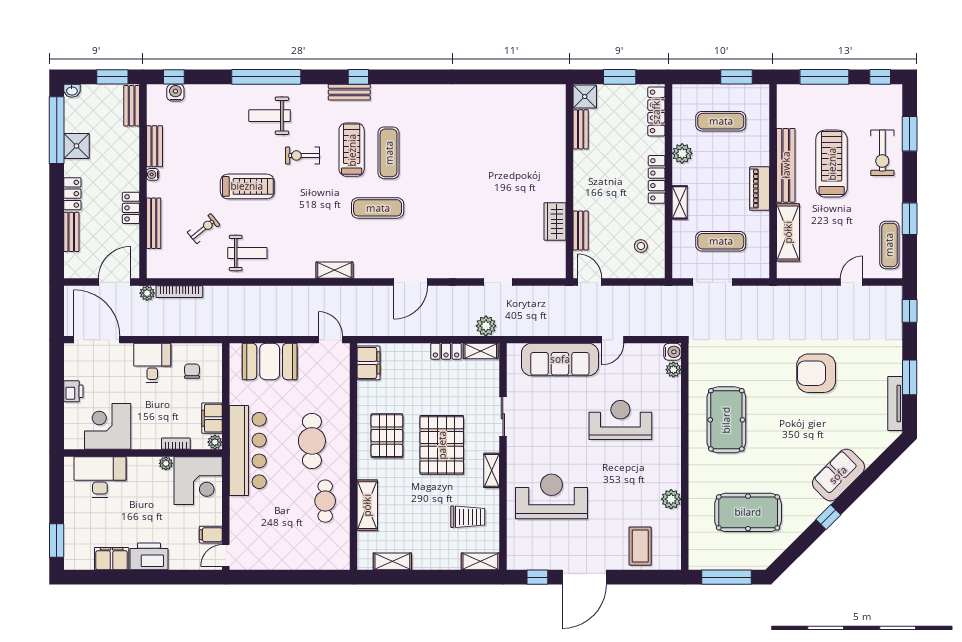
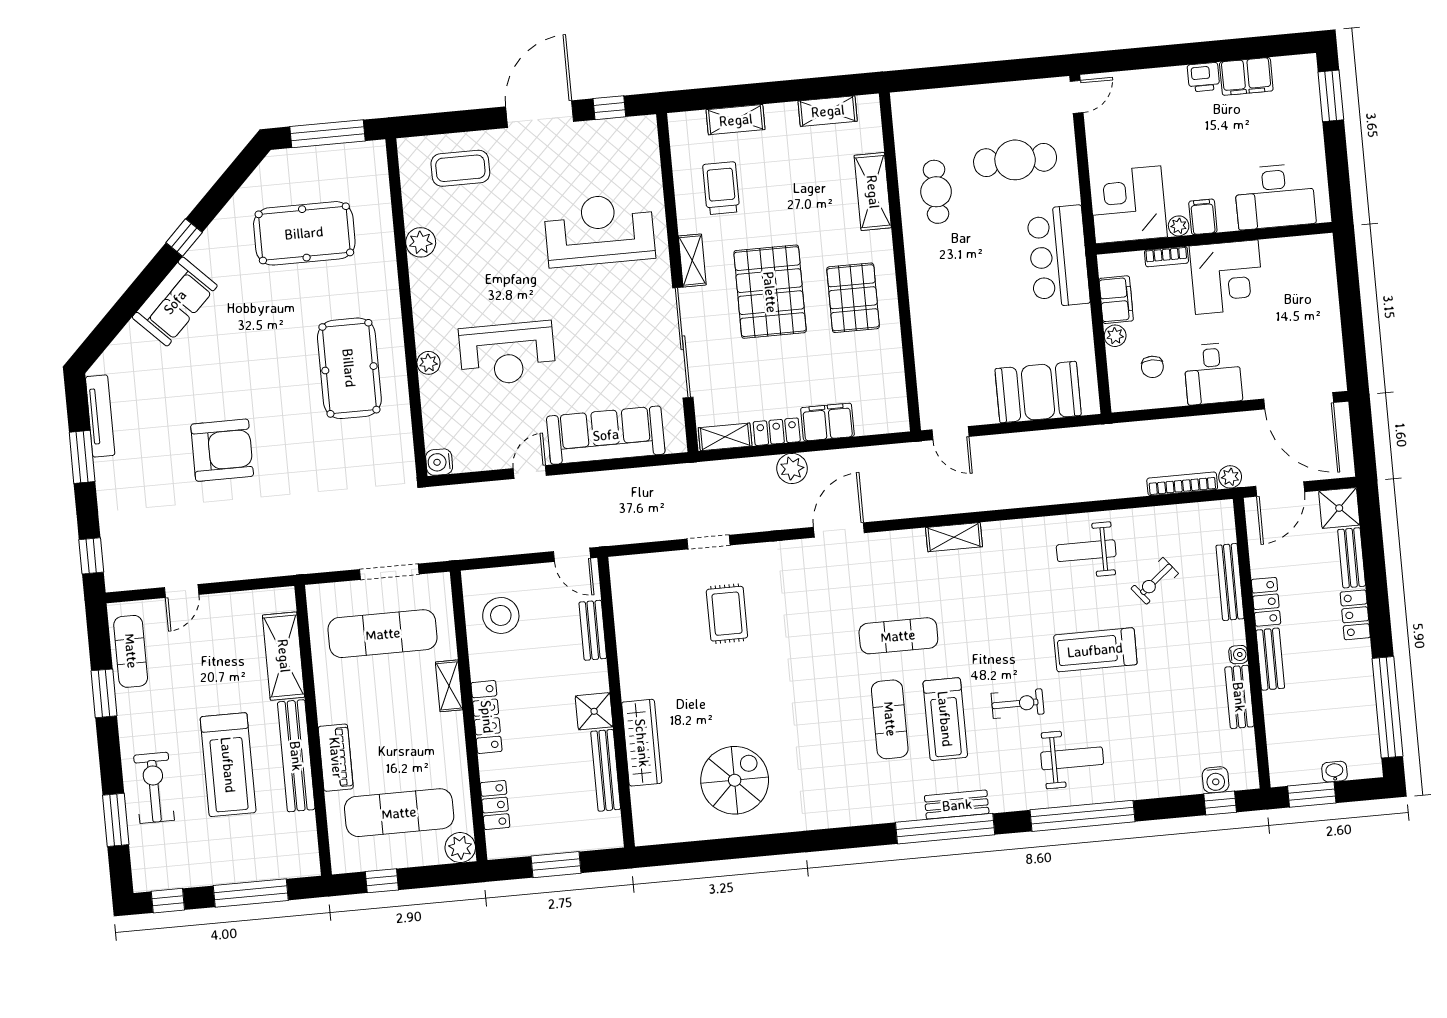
window: (358, 77) -> (945, 829), width x3.17
window: (736, 77) -> (382, 881), width x0.67
washbasin: (72, 91) -> (1334, 772), moved
shower: (585, 97) -> (594, 711), moved
bench: (132, 106) -> (1270, 659), moved
locker: (656, 111) -> (495, 805), width x0.66
exercise mat: (721, 121) -> (399, 813), width x1.36, depth x1.45
spiral stairs: (495, 122) -> (735, 780), added
bench: (581, 129) -> (606, 770), width x1.36
shower: (76, 146) -> (1339, 508), moved
plant: (682, 153) -> (460, 848), moved
piano: (760, 189) -> (336, 758), moved
wardrobe: (555, 221) -> (642, 743), moved, width x1.50
rug: (490, 233) -> (727, 614), added
exercise mat: (721, 241) -> (383, 634), width x1.36, depth x1.45
stool: (641, 246) -> (501, 615), width x1.89, depth x1.89
plant: (486, 326) -> (792, 468), moved
filing cabinet: (368, 363) -> (827, 422), moved, turned 90
plant: (673, 370) -> (428, 363), moved
printer: (73, 391) -> (1326, 321), removed
sliding door: (503, 416) -> (683, 343), width x1.86
corner desk: (108, 426) -> (1227, 277), moved
cafe table: (312, 441) -> (1015, 160), moved, turned 90
plant: (215, 442) -> (1115, 336), moved
bar counter: (248, 451) -> (1058, 256), width x0.73
reception desk: (552, 496) -> (599, 230), turned 180
trolley: (468, 517) -> (721, 188), turned 90
filing cabinet: (211, 535) -> (1203, 217), moved, turned -90
coffee table: (640, 546) -> (460, 168), turned 90
printer: (149, 556) -> (1203, 77), width x0.53, depth x0.68
shelving: (480, 561) -> (736, 120), moved

